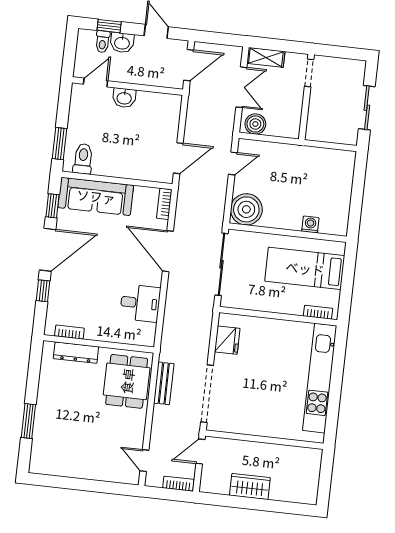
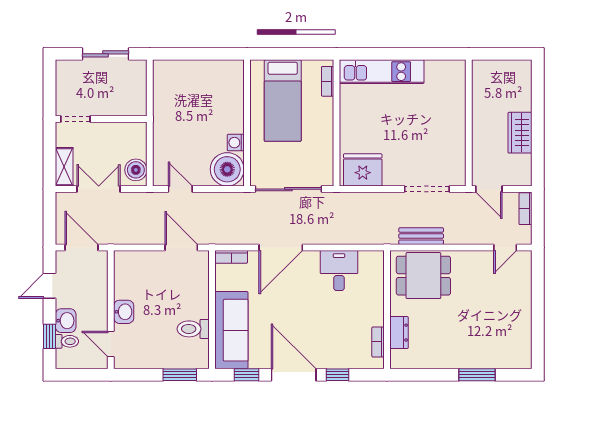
toilet: (83, 159) -> (193, 329), moved
washing machine: (310, 225) -> (236, 143), moved
fridge: (227, 340) -> (363, 170), width x1.36, depth x1.34
dresser: (76, 353) -> (399, 333), width x0.70
kitchen unit: (320, 378) -> (382, 72), width x0.73
doorway: (207, 394) -> (427, 189), width x0.73

